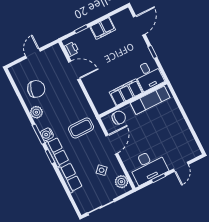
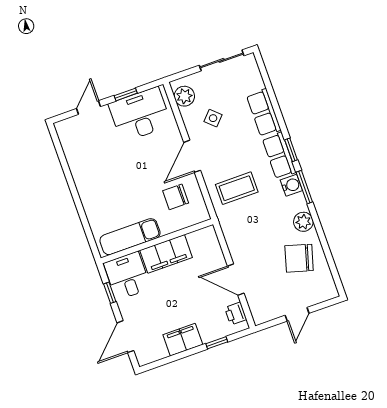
desk: (149, 75) -> (127, 276), moved
filing cabinet: (126, 92) -> (166, 254), moved
wall: (133, 100) -> (157, 241), moved
exam couch: (150, 100) -> (130, 237), moved

